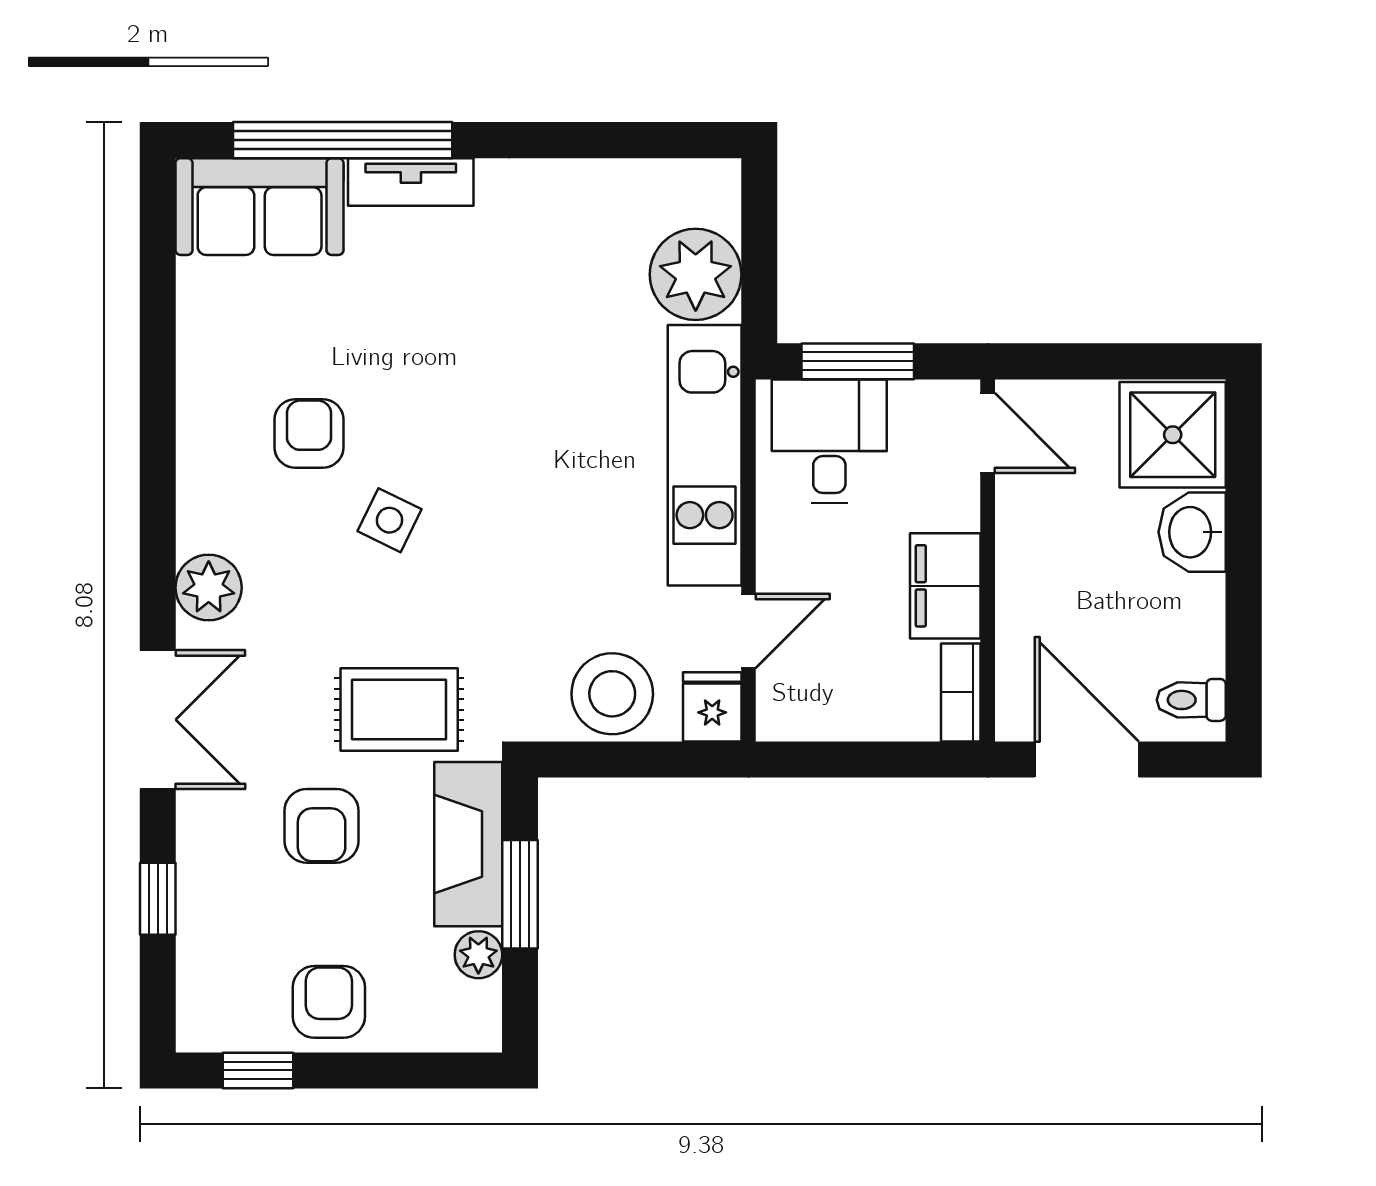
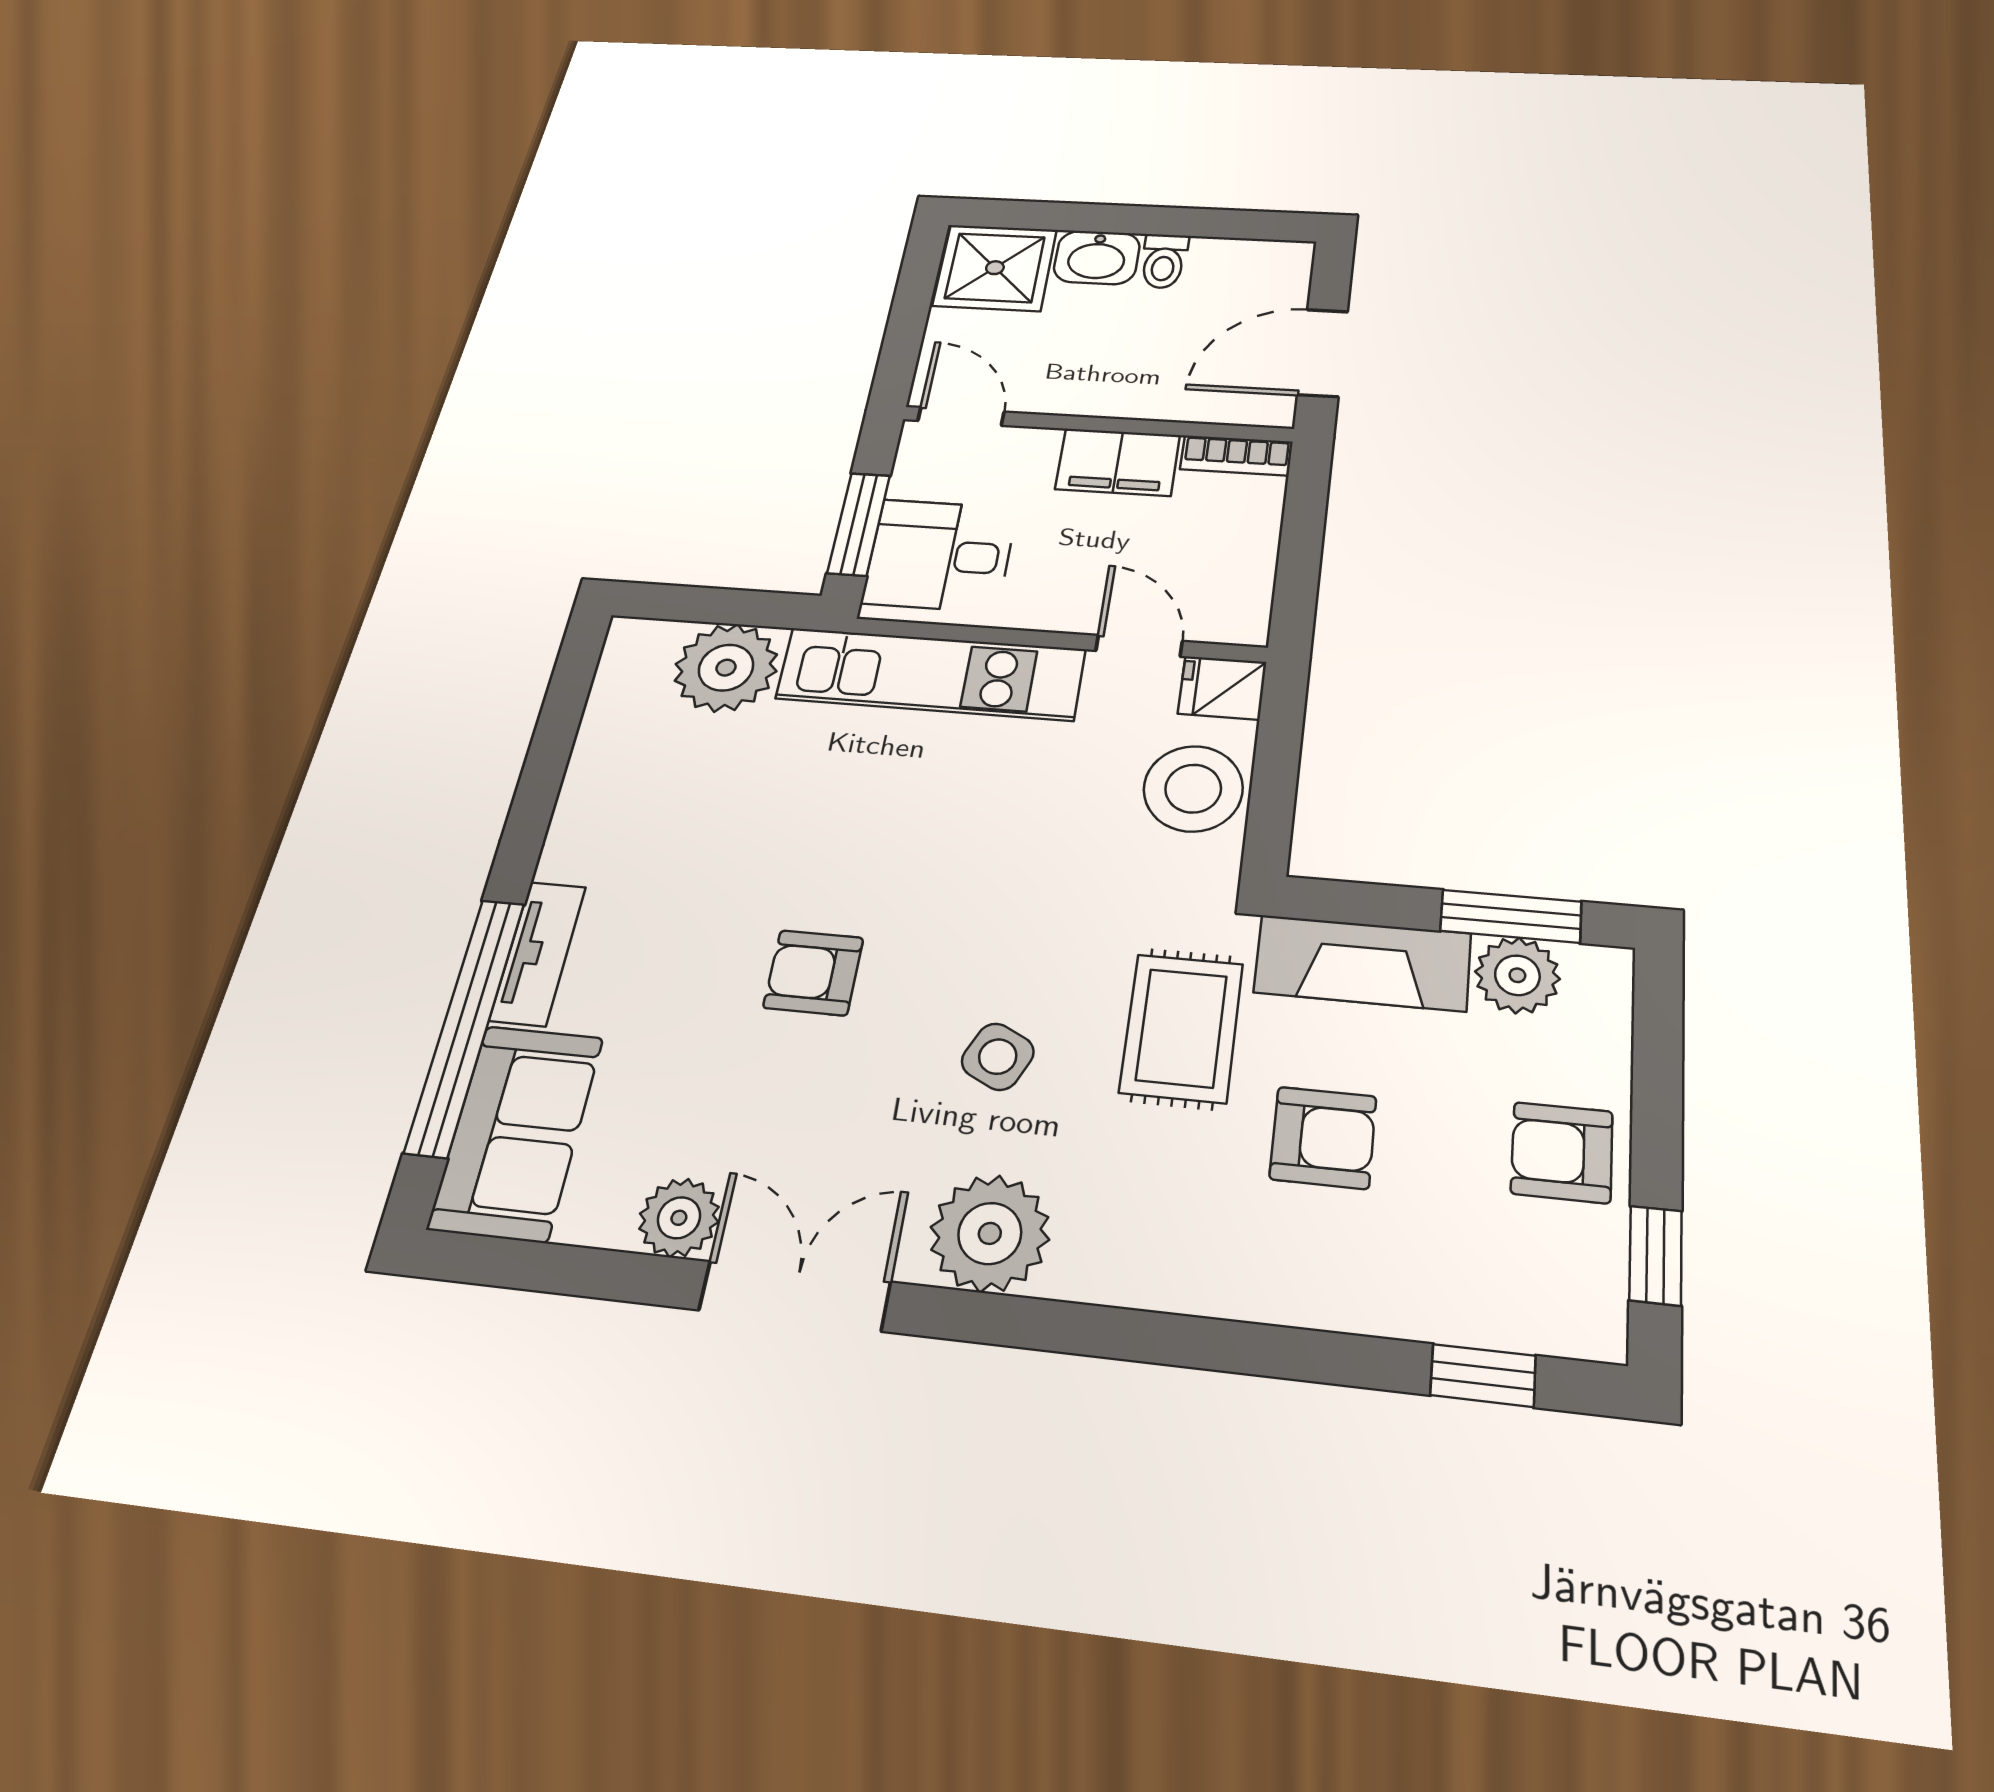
plant: (206, 351) -> (679, 1218), added
armchair: (309, 433) -> (813, 973), moved
door: (988, 433) -> (961, 416), hinge flipped
side table: (389, 520) -> (998, 1057), moved
plant: (209, 588) -> (990, 1233), width x1.36, depth x1.36
toilet: (1191, 700) -> (1164, 261), moved
double door: (158, 720) -> (795, 1296), moved
window: (520, 894) -> (1511, 916), moved
window: (158, 899) -> (1483, 1375), moved
plant: (478, 955) -> (1517, 975), width x1.38, depth x1.38

